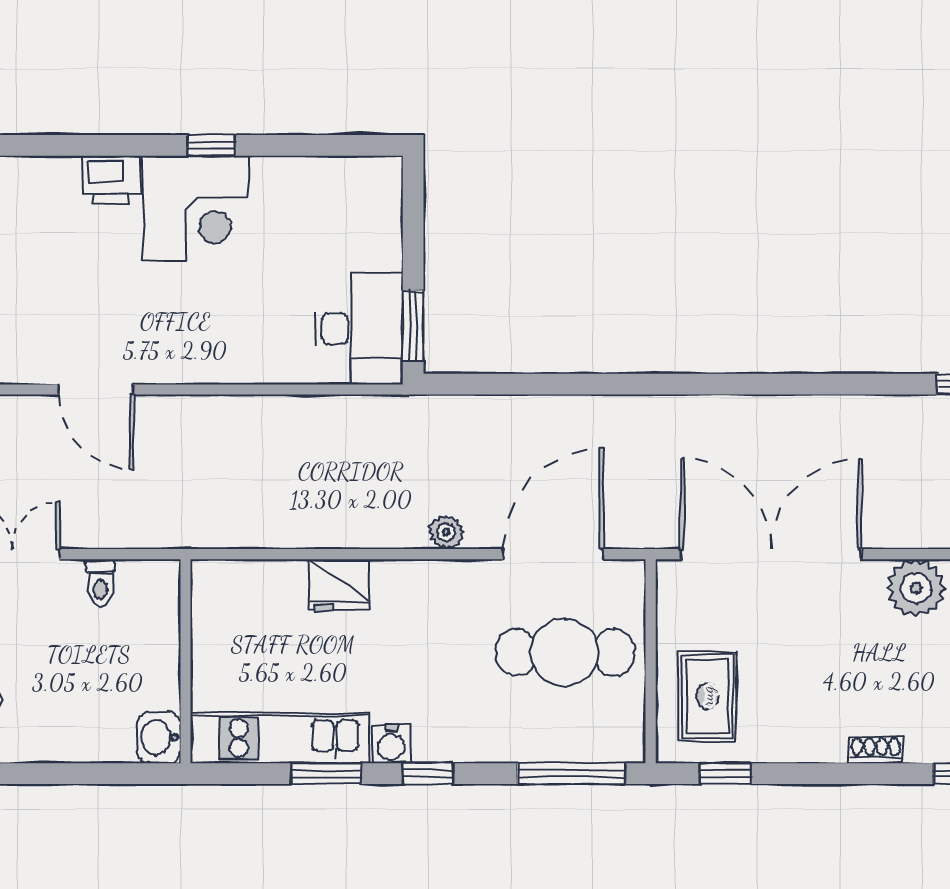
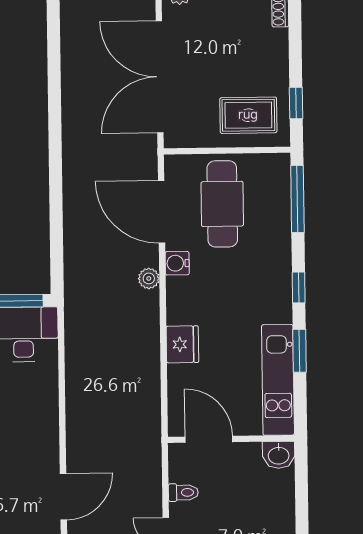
door: (185, 625) -> (209, 439), added
water cooler: (391, 744) -> (177, 263), moved, turned 180

